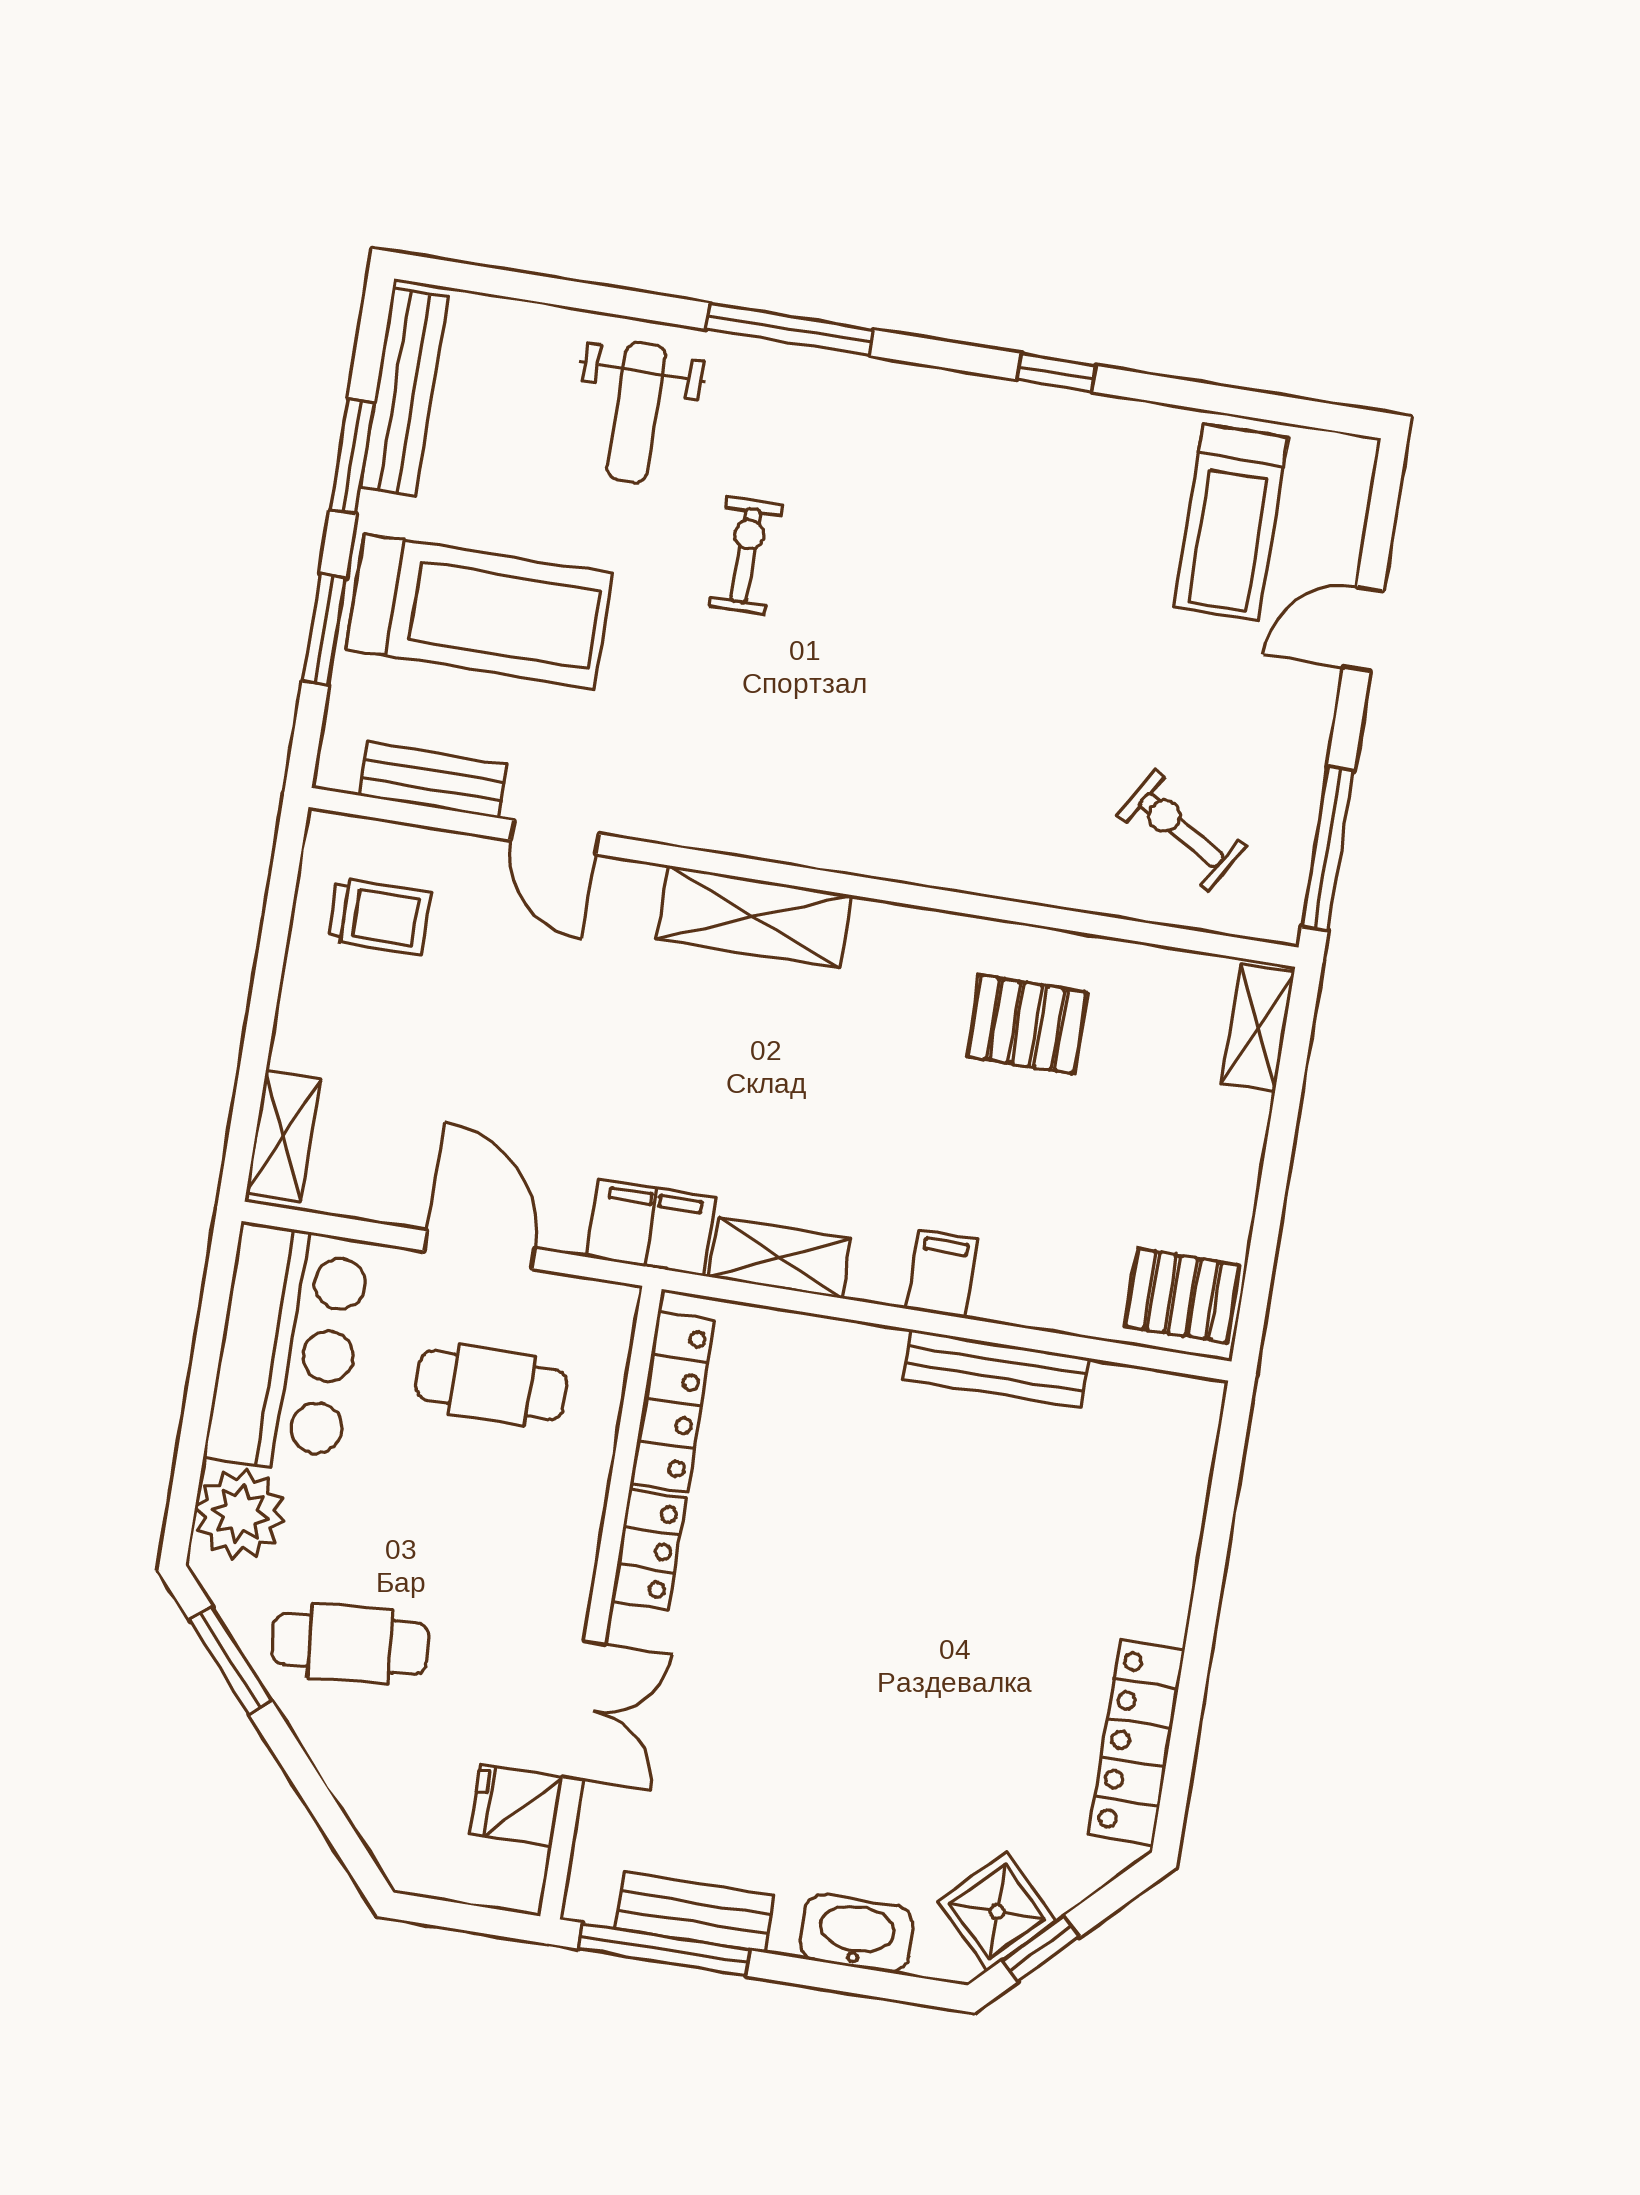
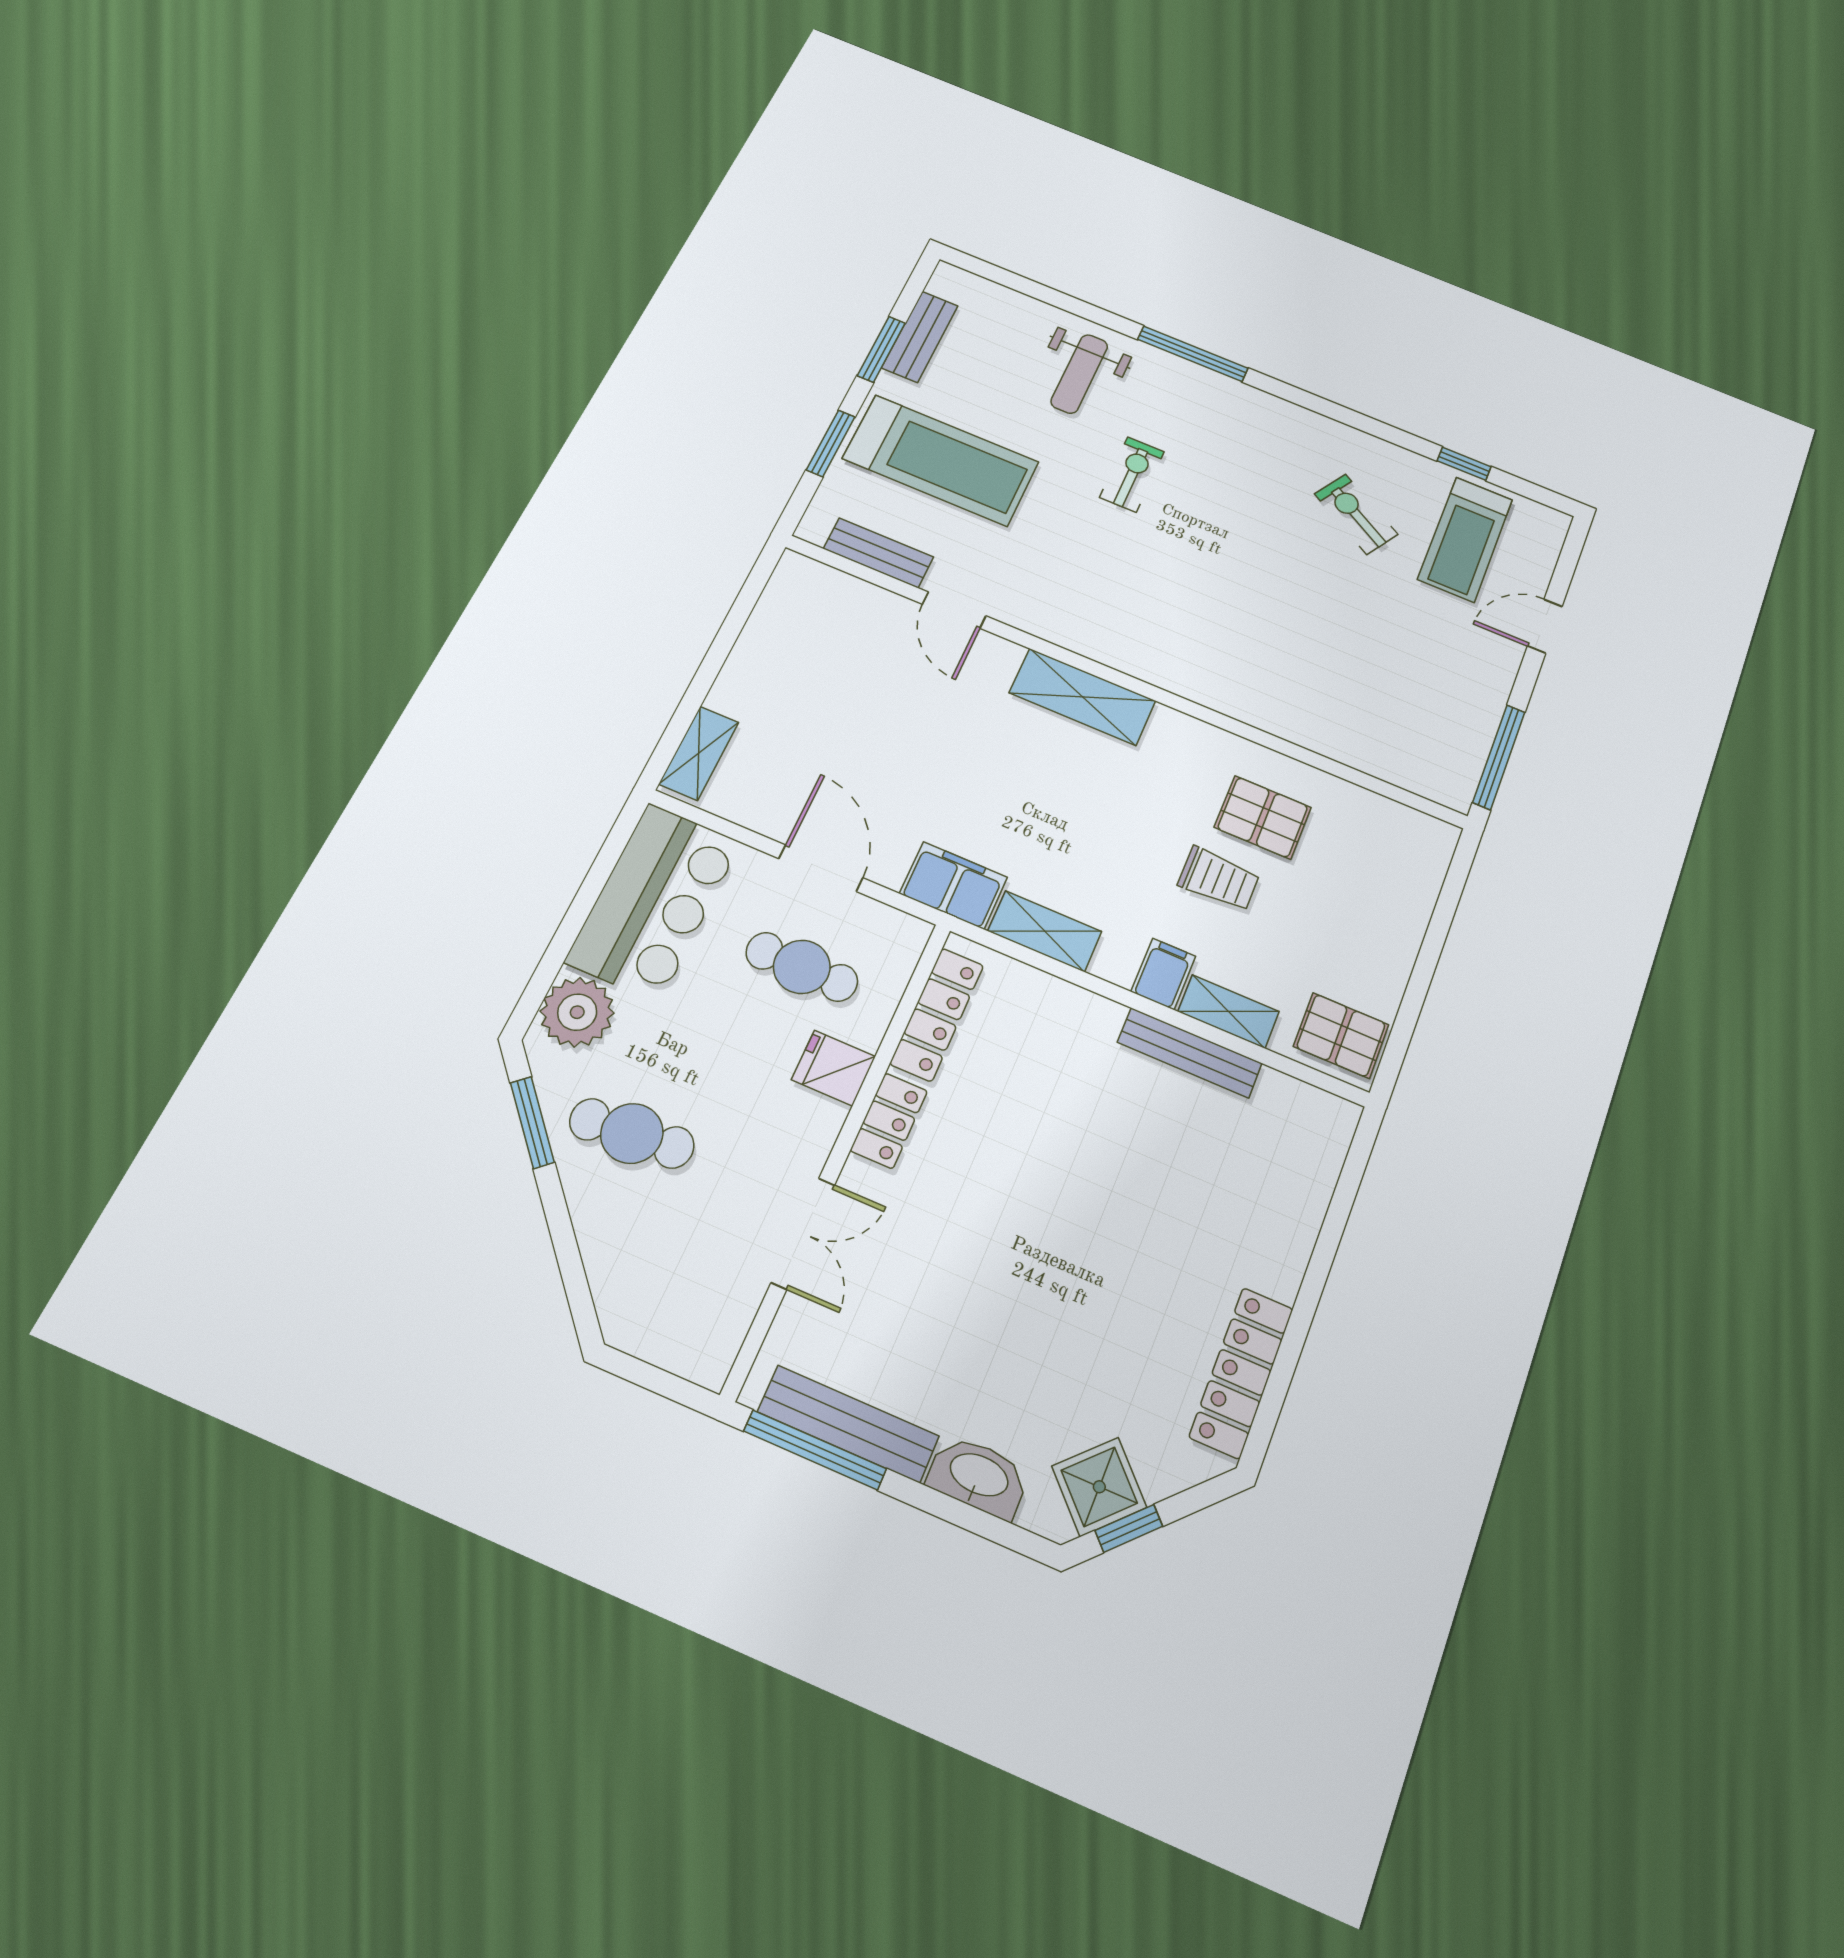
window: (1056, 373) -> (1464, 464), moved
bench: (404, 392) -> (920, 337), width x0.73
exercise bike: (1182, 830) -> (1356, 514), moved
trolley: (379, 917) -> (1219, 879), moved
shelving: (1258, 1028) -> (1228, 1012), moved, turned 90
fridge: (516, 1805) -> (834, 1068), moved
bench: (694, 1912) -> (848, 1424), width x1.36

